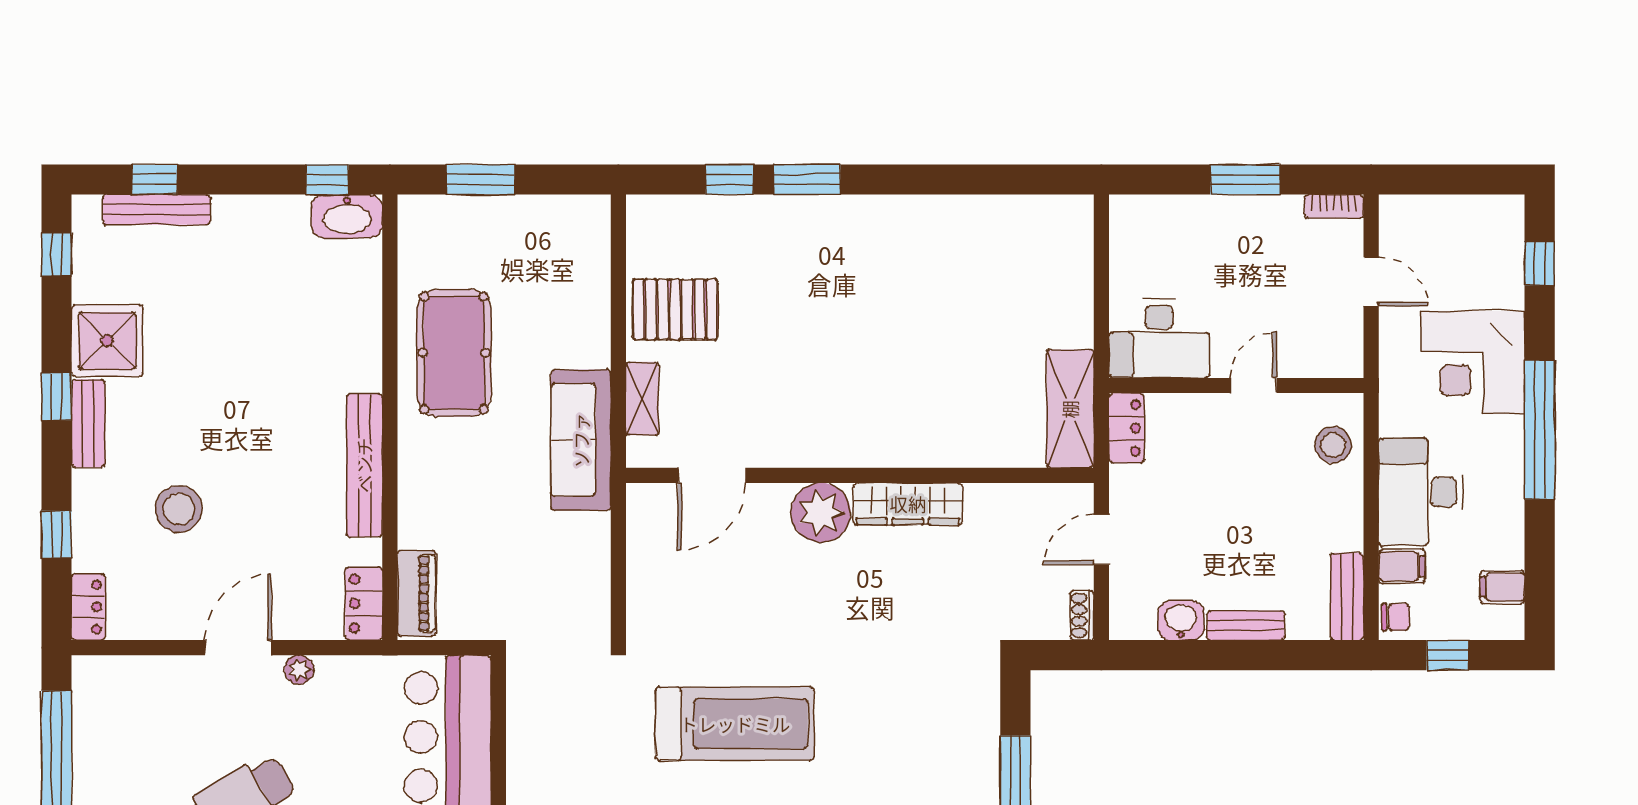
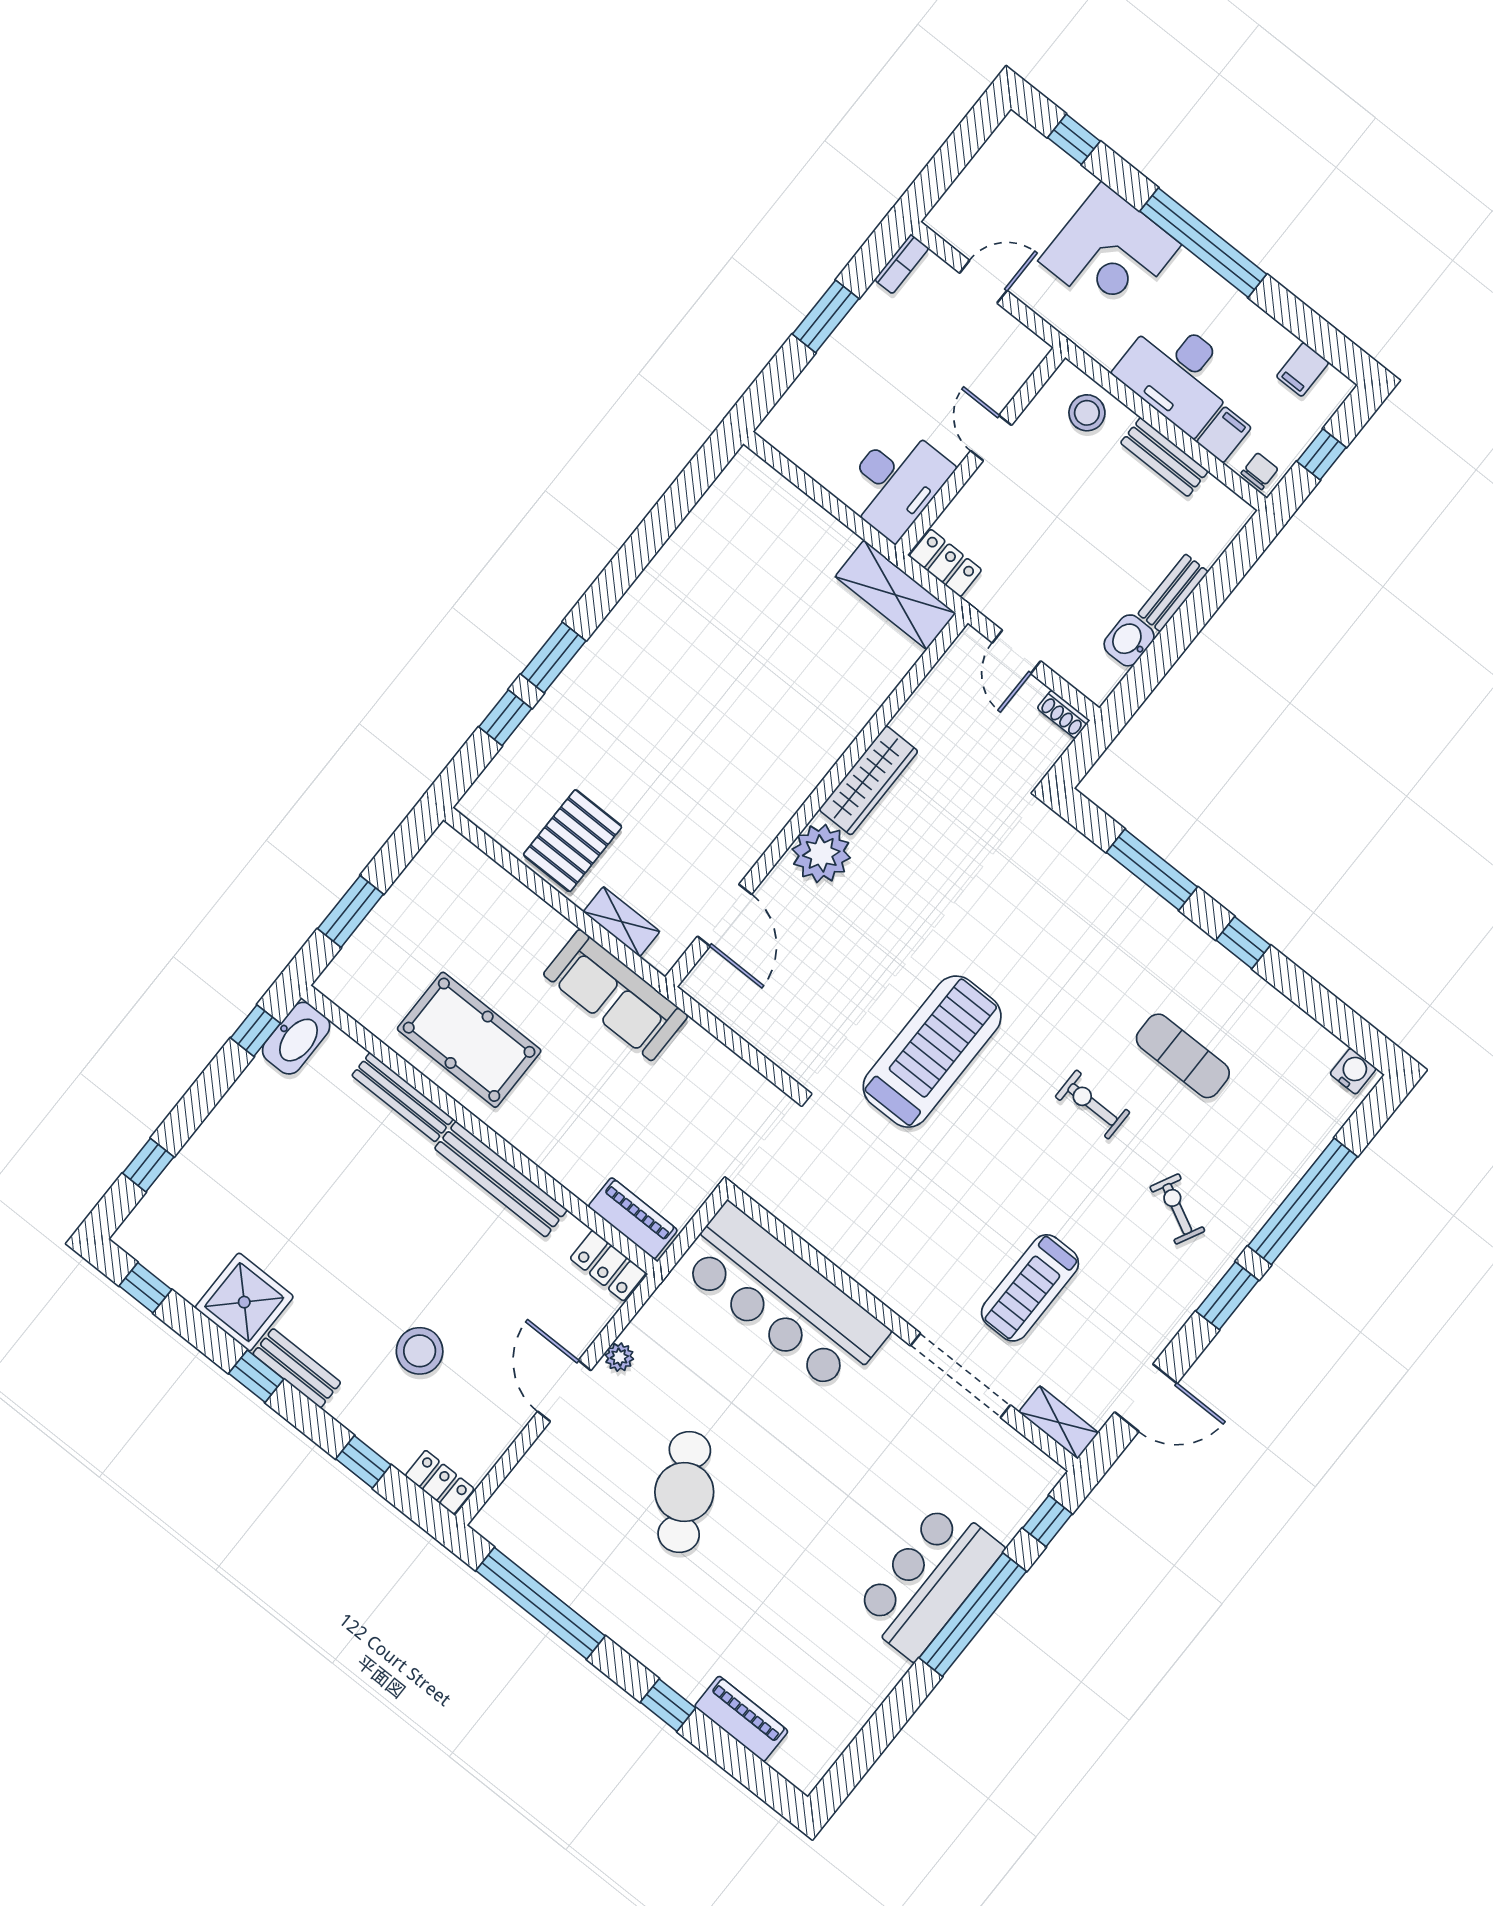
bench: (157, 210) -> (403, 1097), moved, turned 90
bench: (1347, 597) -> (1164, 457), moved

